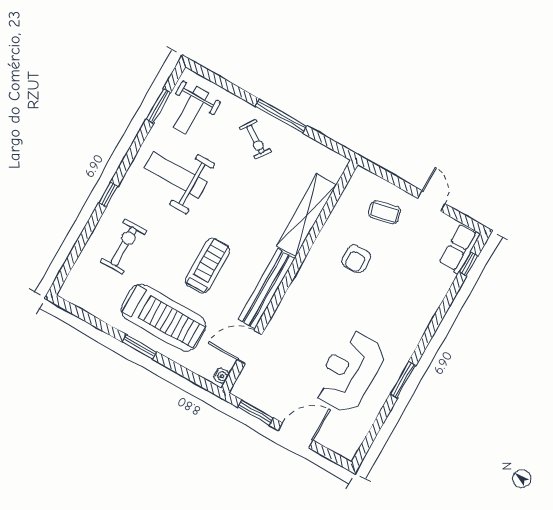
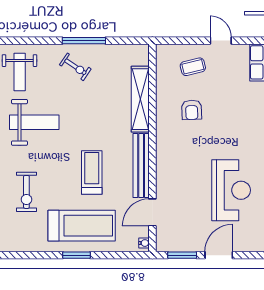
weight bench: (176, 175) -> (34, 122), turned 180
exercise bike: (124, 246) -> (26, 192), turned 180
reception desk: (350, 372) -> (231, 190), turned 180

